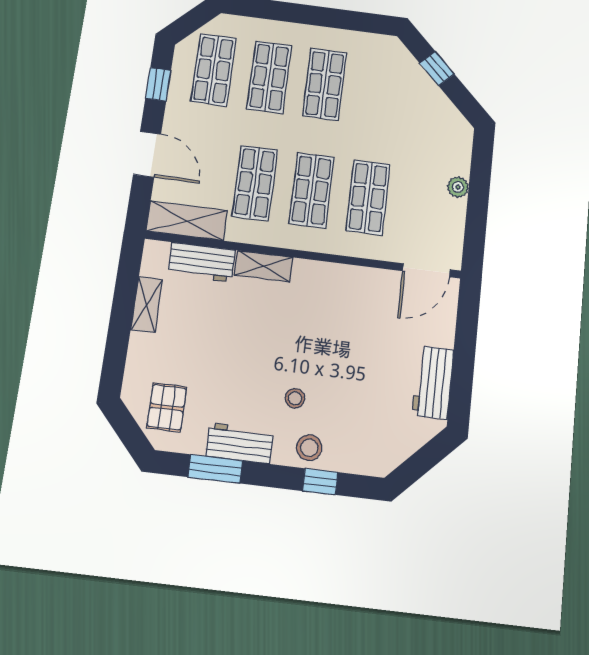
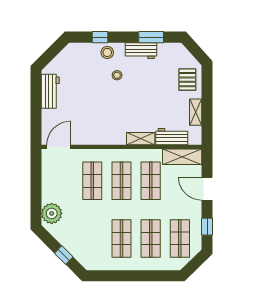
plant: (458, 187) -> (52, 213), moved, width x1.88, depth x1.88
pallet: (167, 407) -> (187, 80), moved

